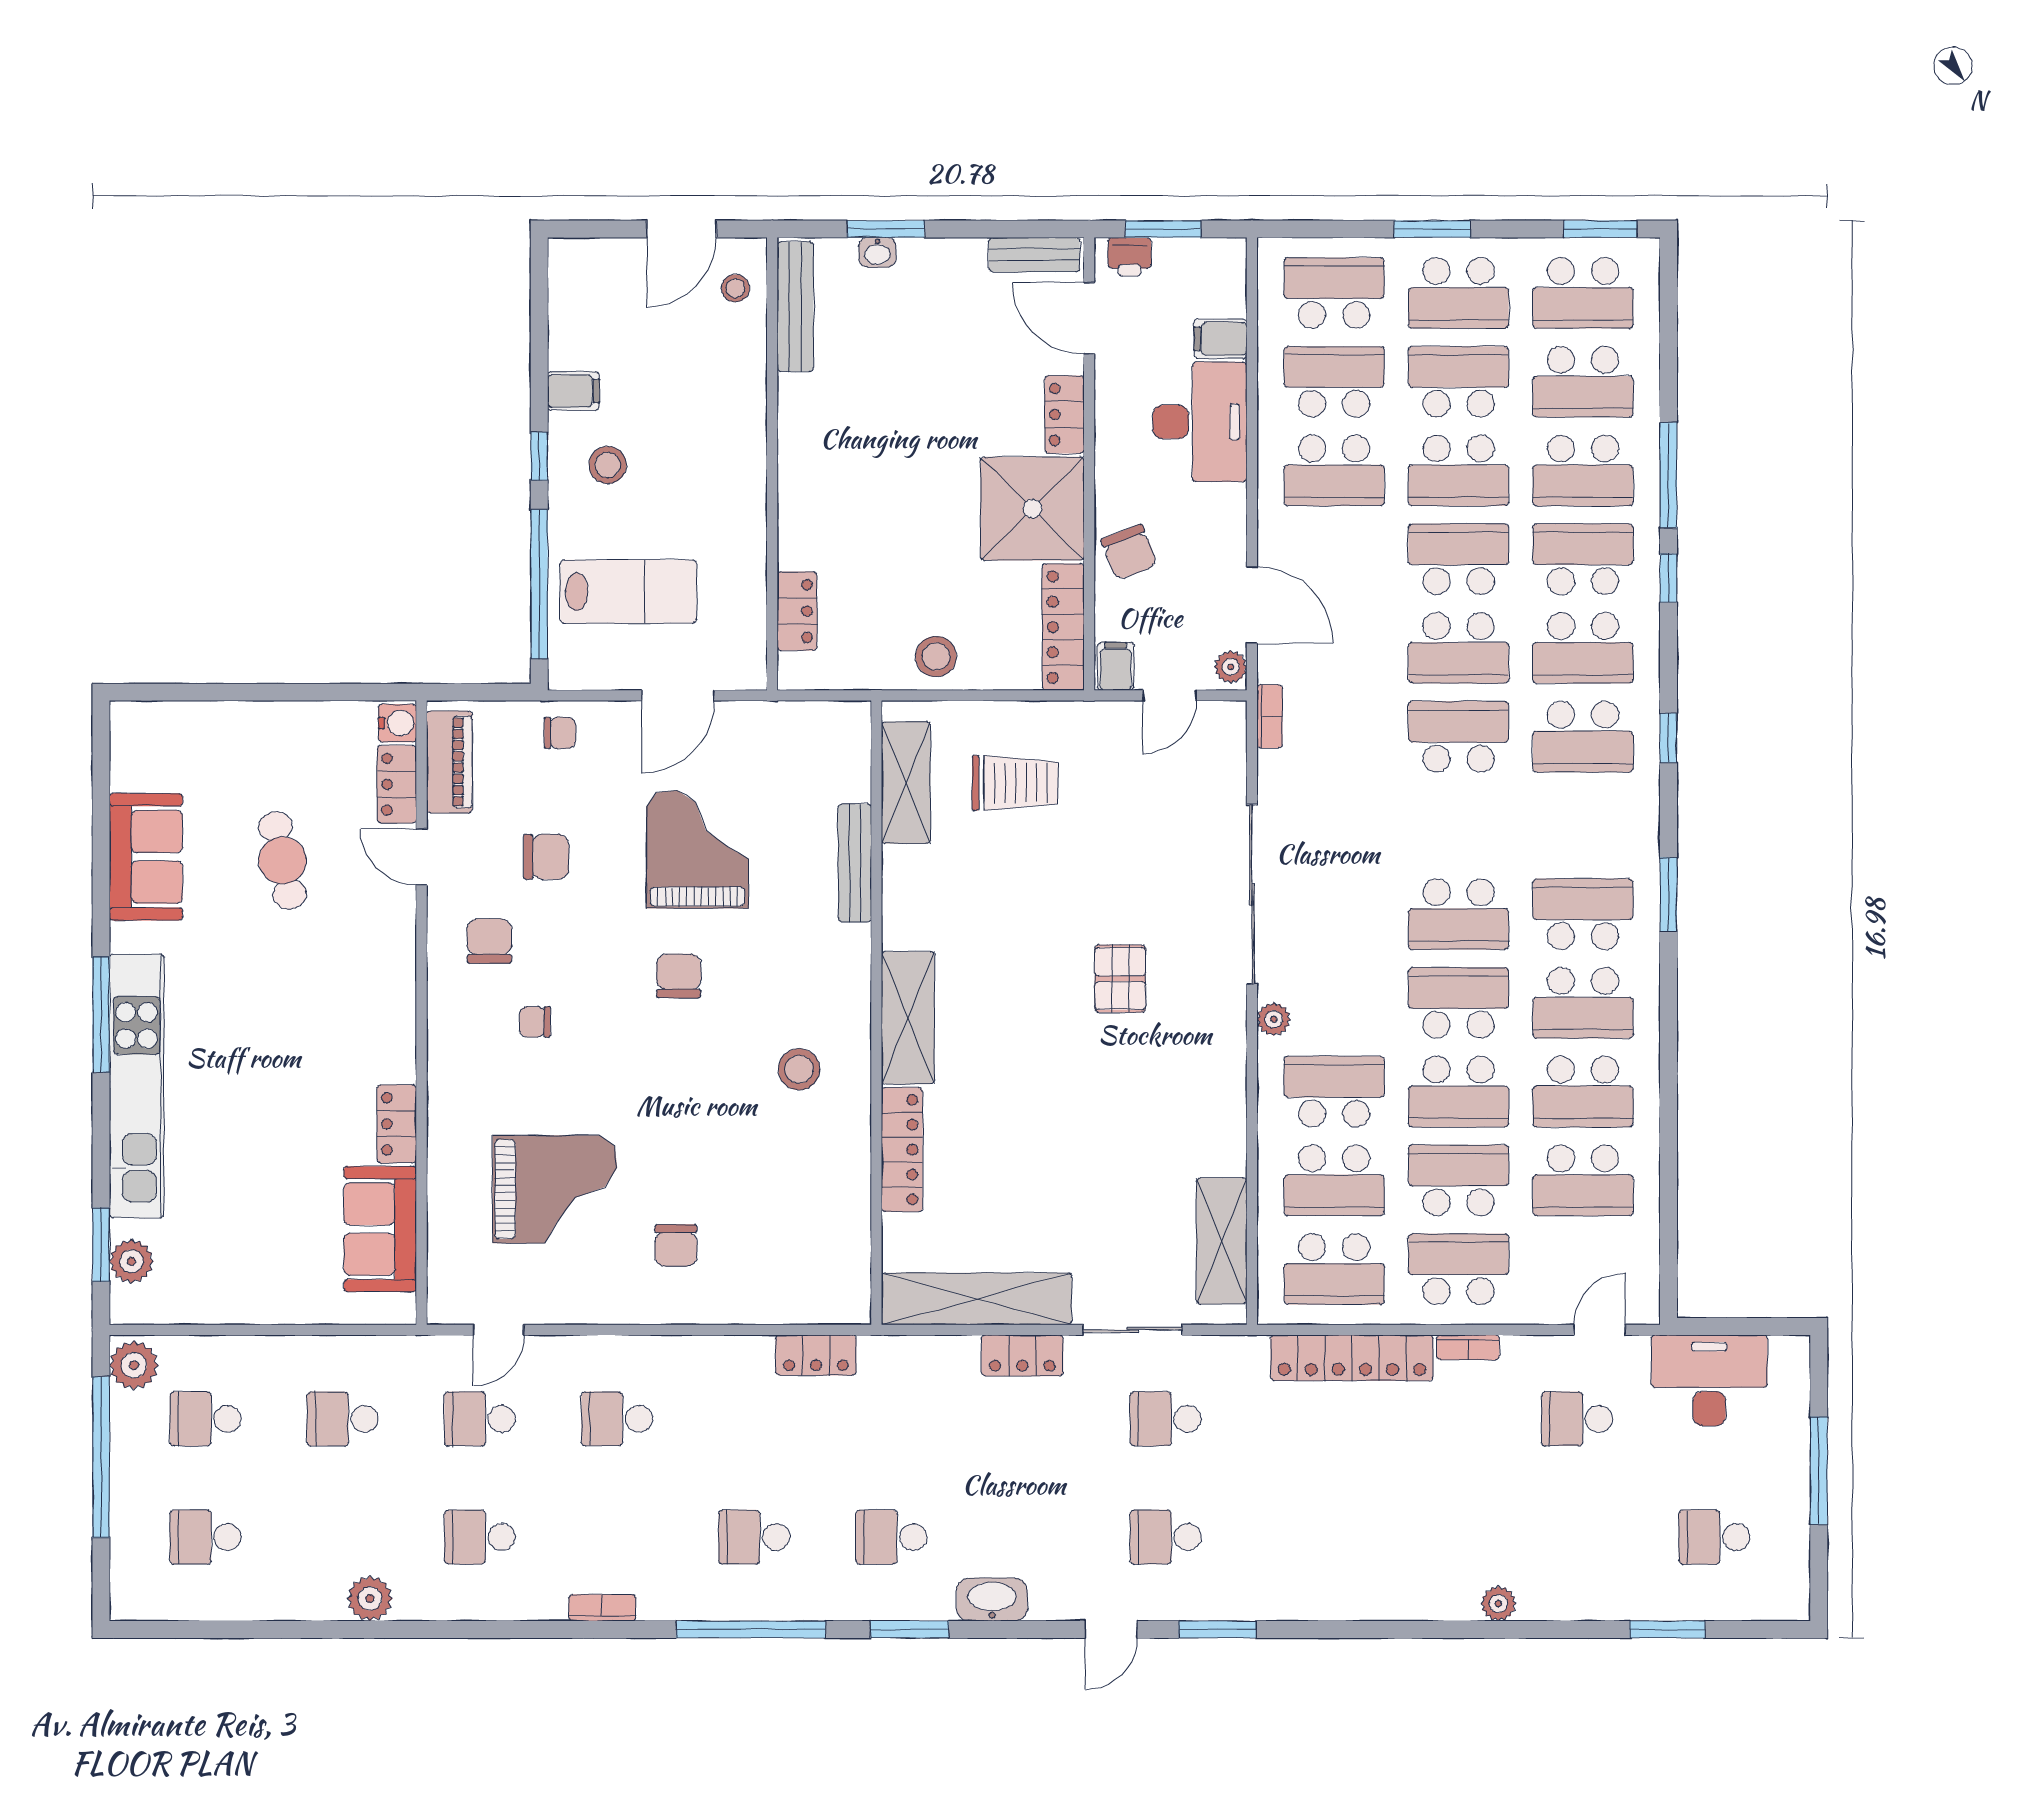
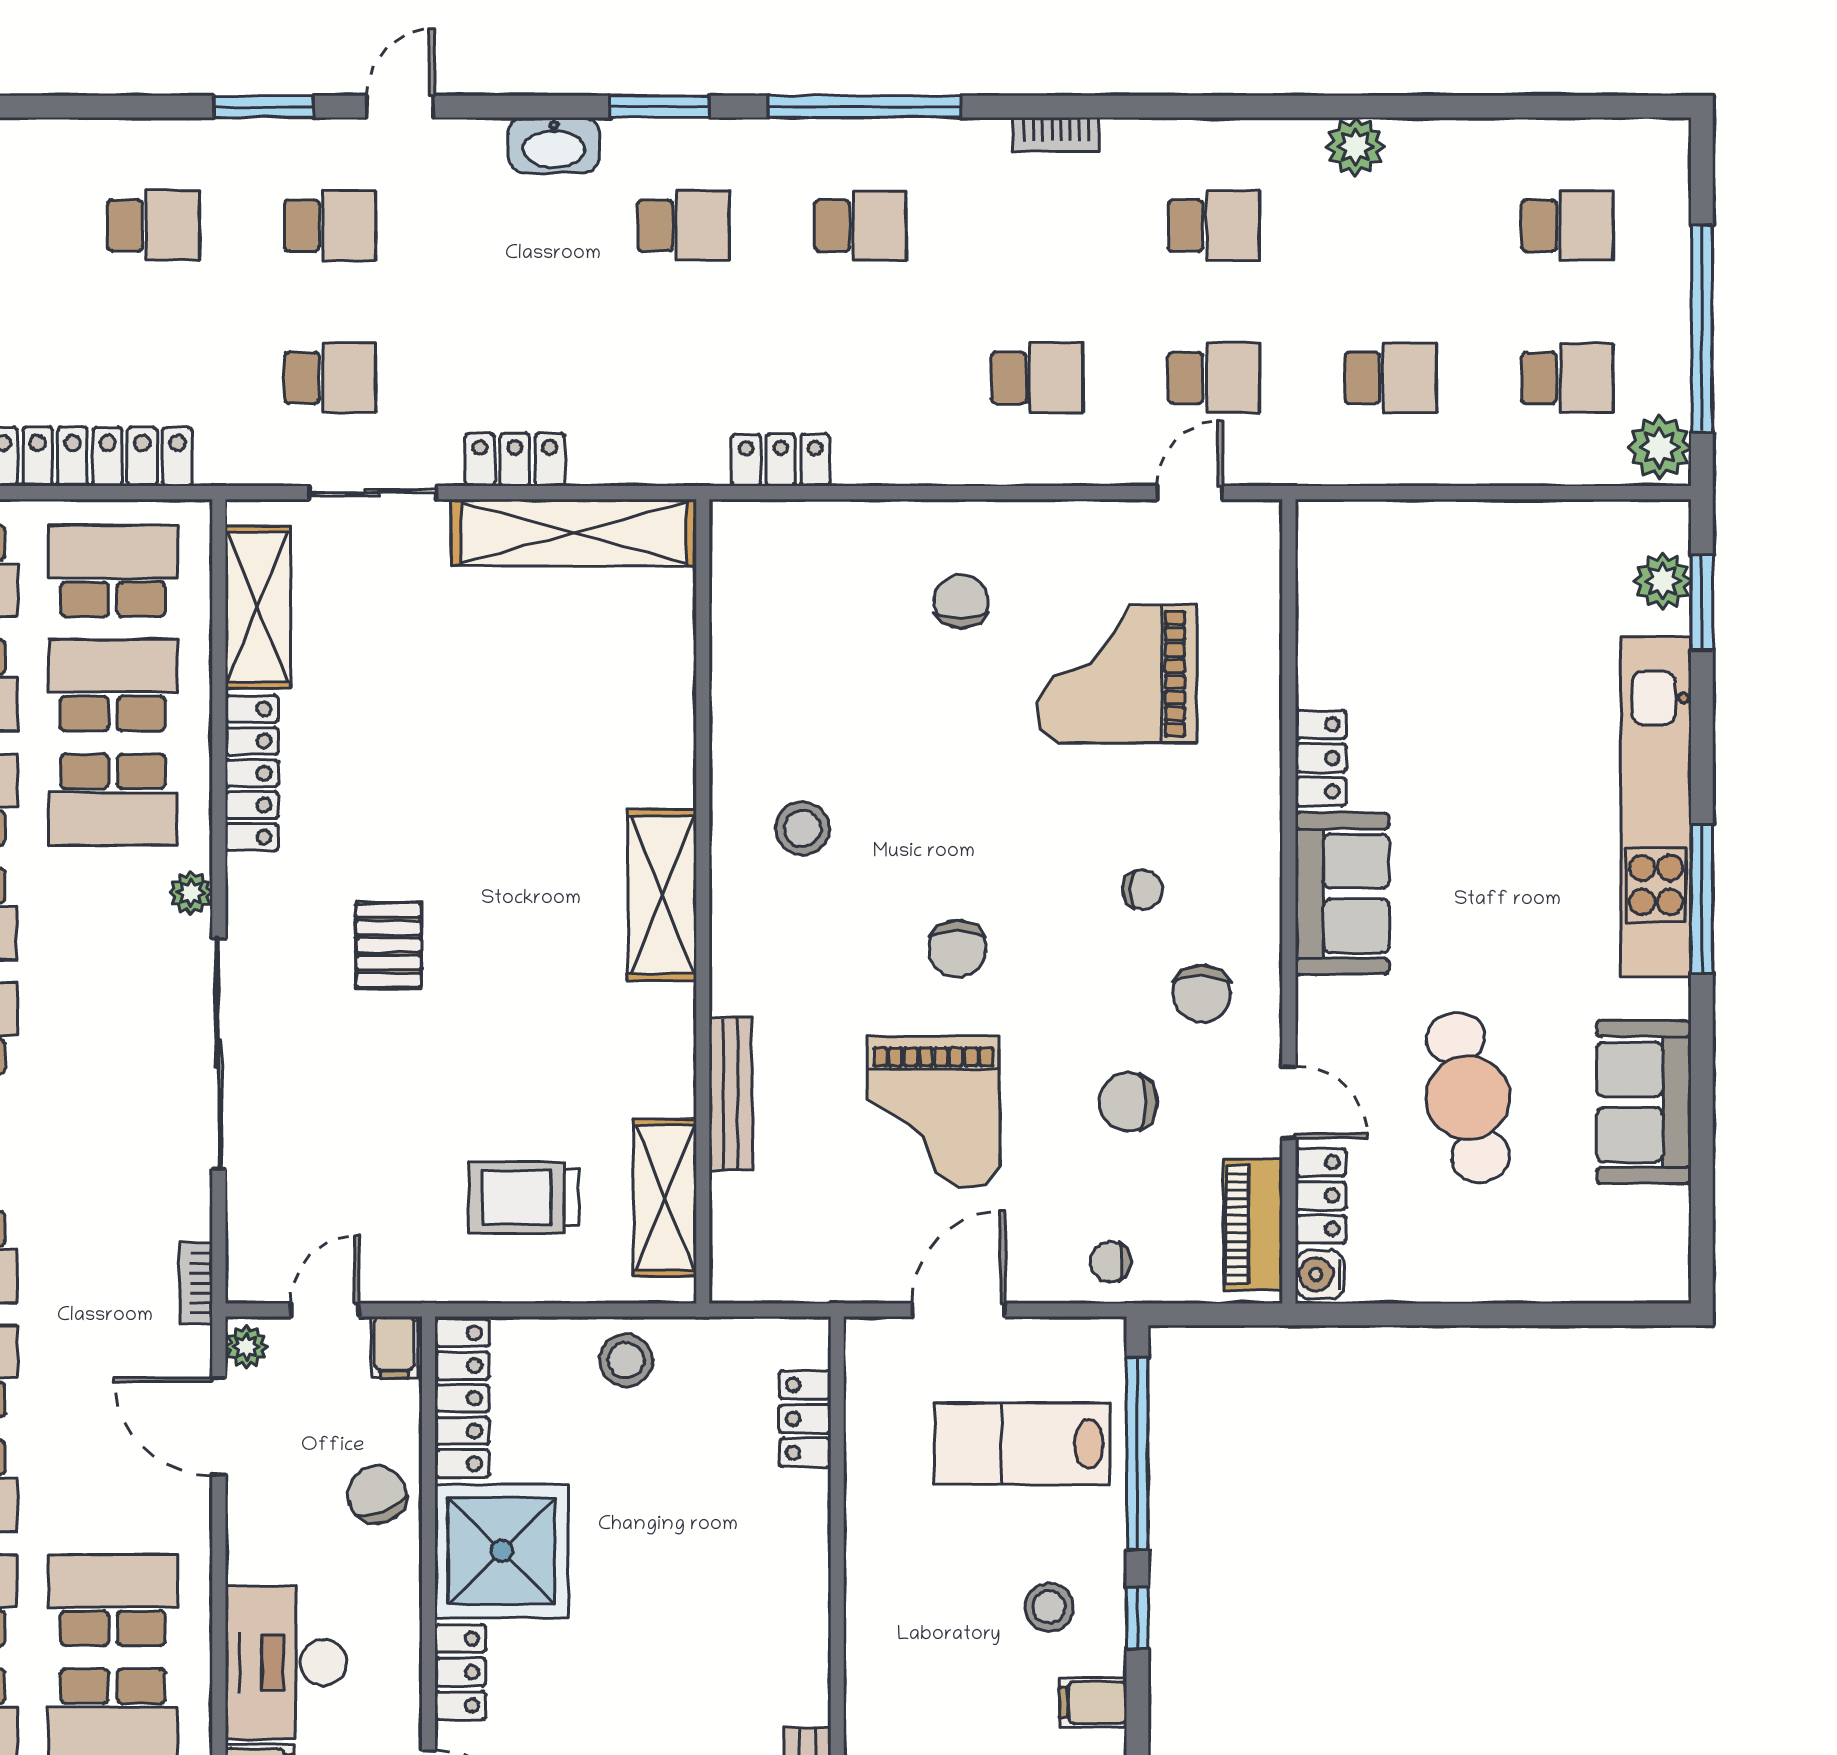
cafe table: (282, 860) -> (1468, 1098), width x1.37, depth x1.35
locker: (902, 1150) -> (252, 773), moved, turned 180
sofa: (380, 1229) -> (1342, 894), moved
school desk: (1303, 1537) -> (153, 226), added

